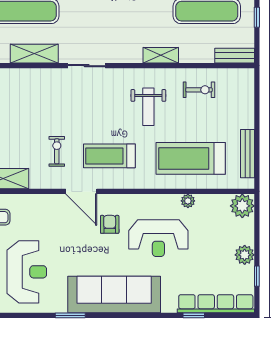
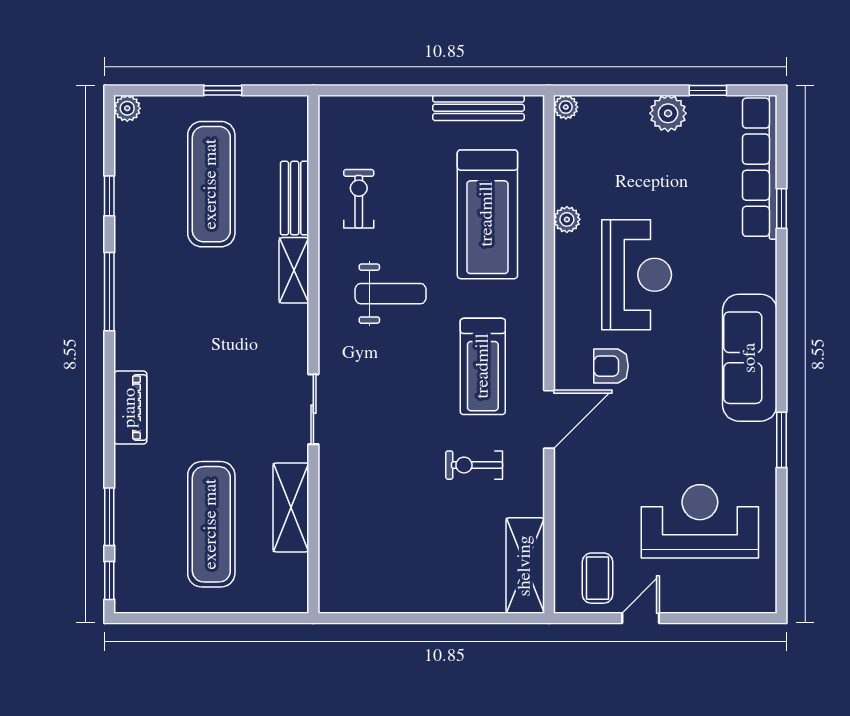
bench: (235, 56) -> (295, 198), moved
plant: (242, 206) -> (566, 107), width x0.53, depth x0.53
sofa: (114, 295) -> (750, 358), width x0.74, depth x0.79

